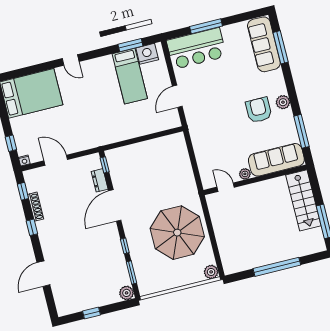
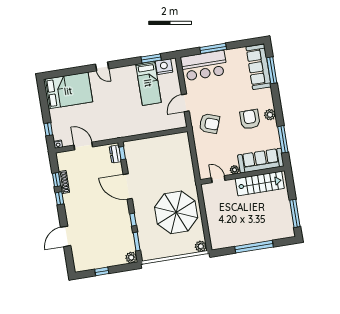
armchair: (209, 119) -> (209, 123), added
dresser: (100, 180) -> (115, 154), moved
window: (23, 191) -> (57, 180), moved
stairs: (303, 200) -> (260, 184), moved, turned -90
door: (115, 206) -> (128, 186), hinge flipped

